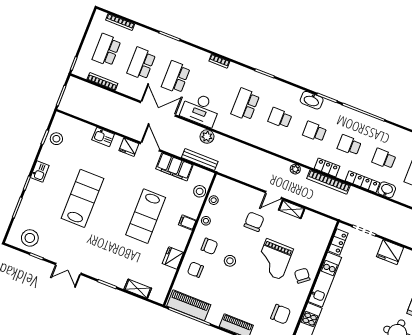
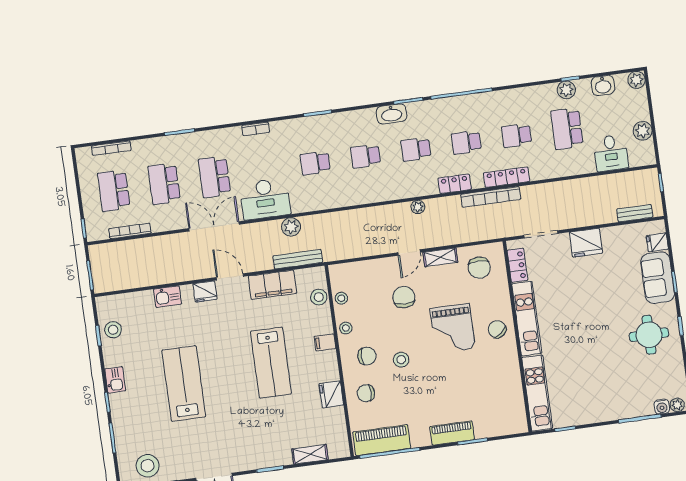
school desk: (245, 104) -> (315, 163), width x0.54
bookcase: (328, 182) -> (491, 197), moved
washbasin: (387, 190) -> (541, 171), removed
chair: (281, 314) -> (479, 268), moved, turned 90

